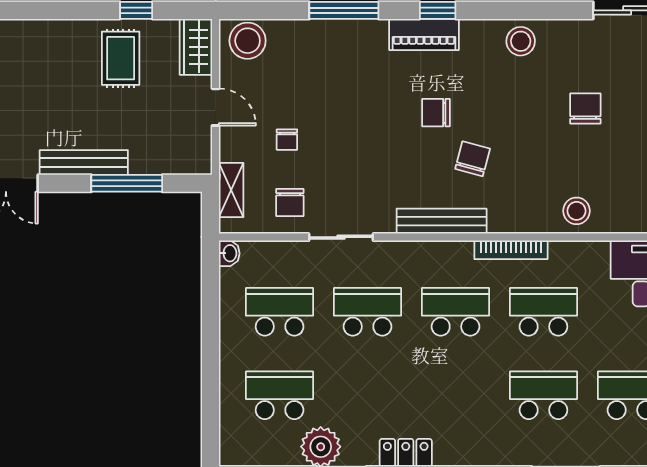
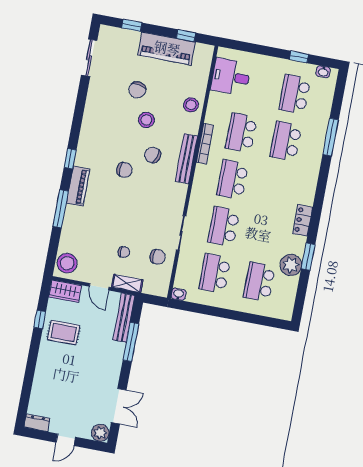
piano: (424, 34) -> (78, 186), moved
stool: (521, 41) -> (146, 120), moved
door: (216, 107) -> (99, 287), swing flipped
chair: (585, 108) -> (137, 90), turned -80
chair: (436, 113) -> (124, 170), turned -90
bench: (84, 162) -> (124, 318), moved
shelving: (231, 190) -> (127, 283), moved
bench: (442, 221) -> (186, 159), moved

